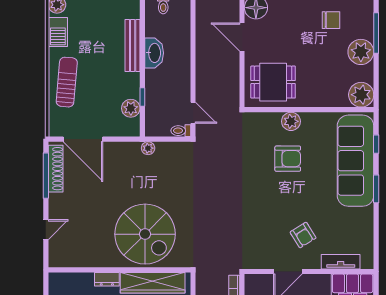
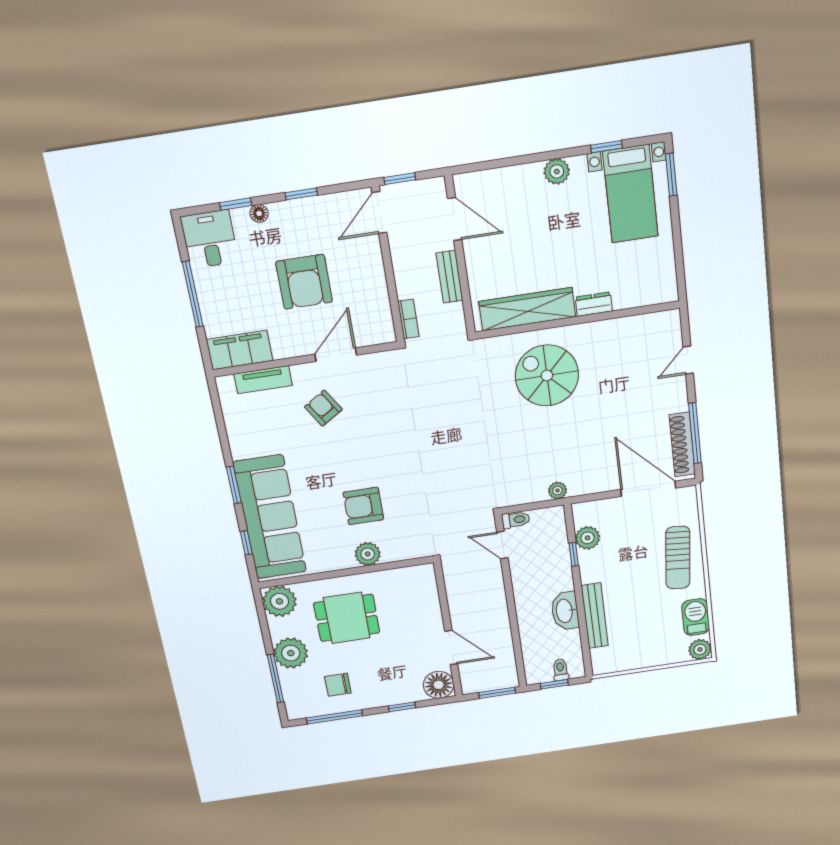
dining table: (273, 82) -> (347, 618), moved
spiral stairs: (145, 234) -> (547, 376), width x0.73, depth x0.73

